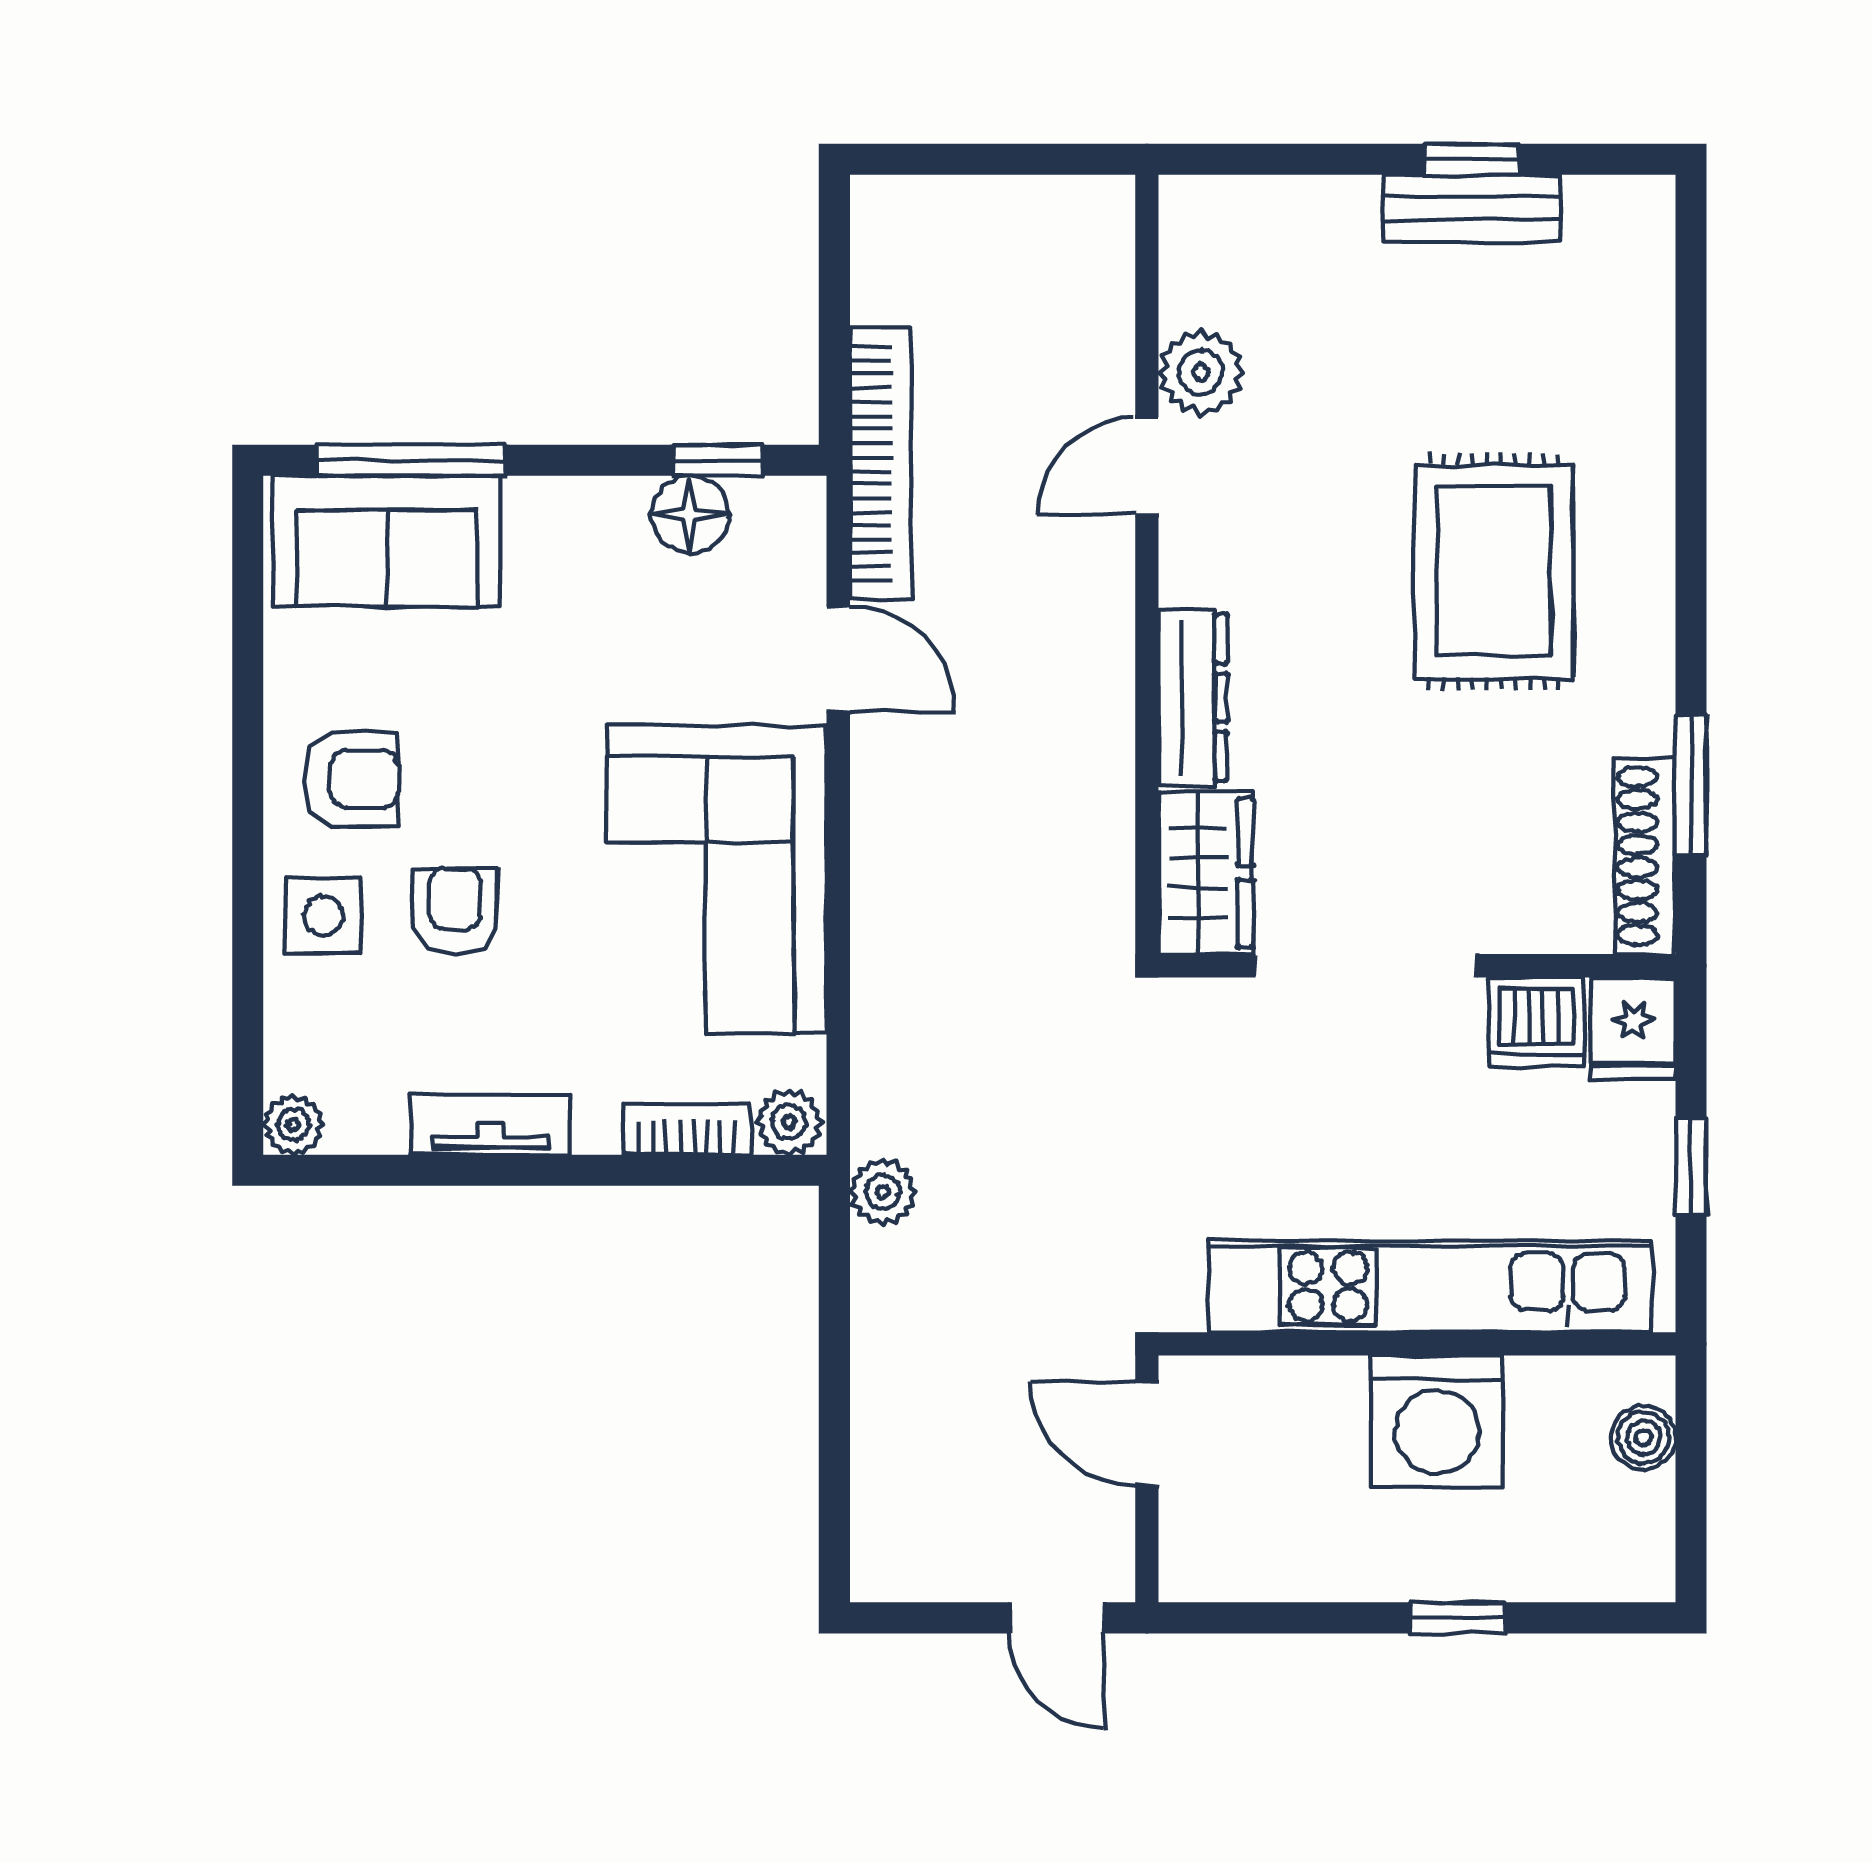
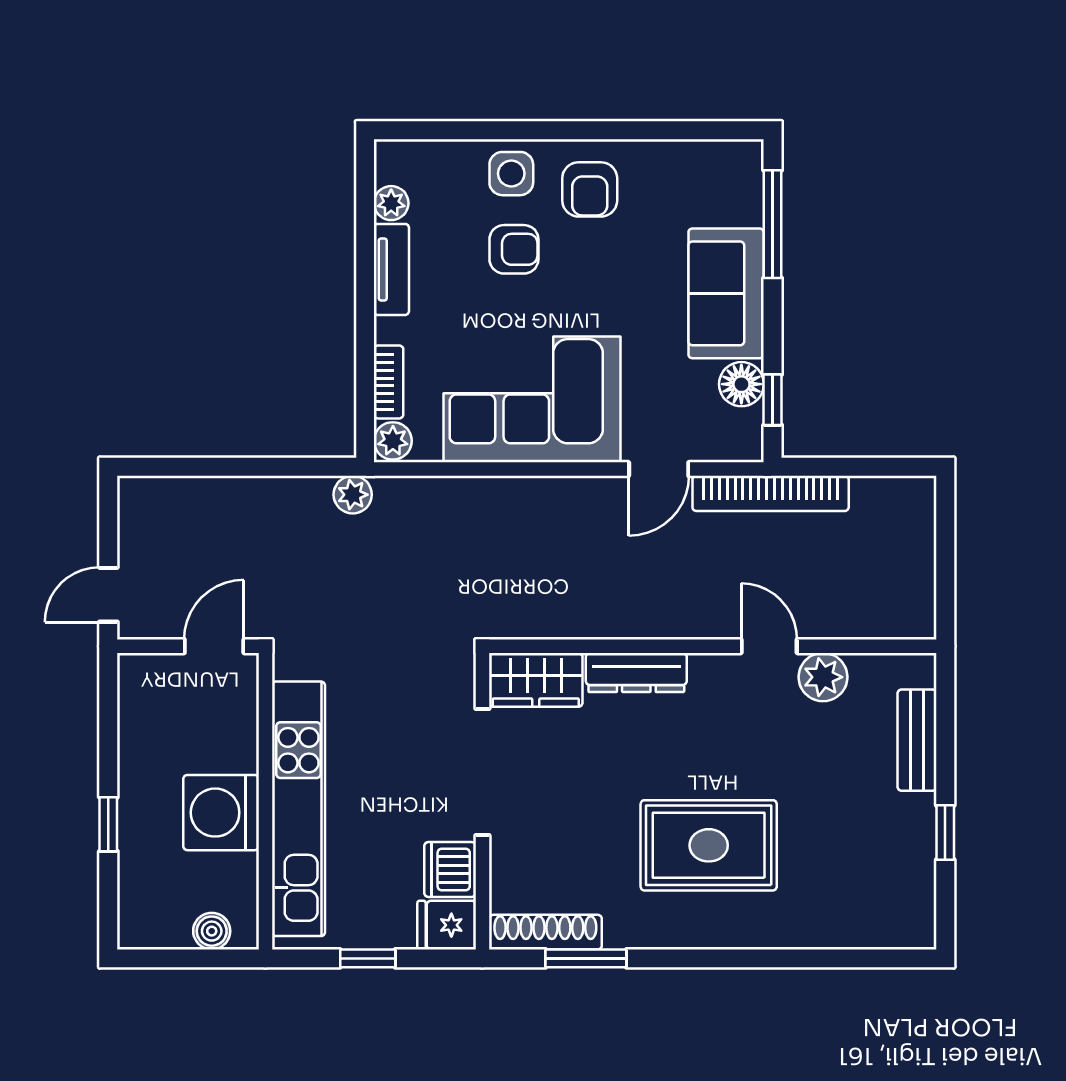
bench: (1472, 208) -> (917, 740), moved
sofa: (387, 541) -> (726, 293), moved
plant: (293, 1125) -> (391, 203), moved

